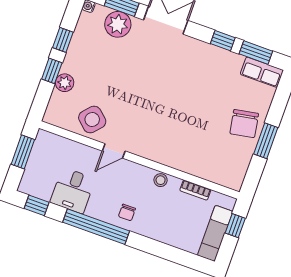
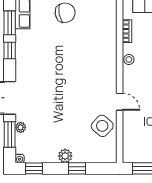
plant: (118, 24) -> (21, 127), width x0.53, depth x0.53
window: (63, 40) -> (34, 168), moved
plant: (65, 83) -> (65, 156), moved

